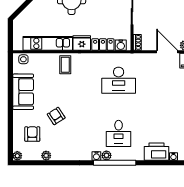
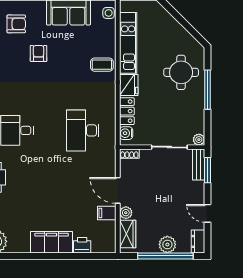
door: (167, 52) -> (118, 190), swing flipped
armchair: (56, 116) -> (39, 53), turned -57

